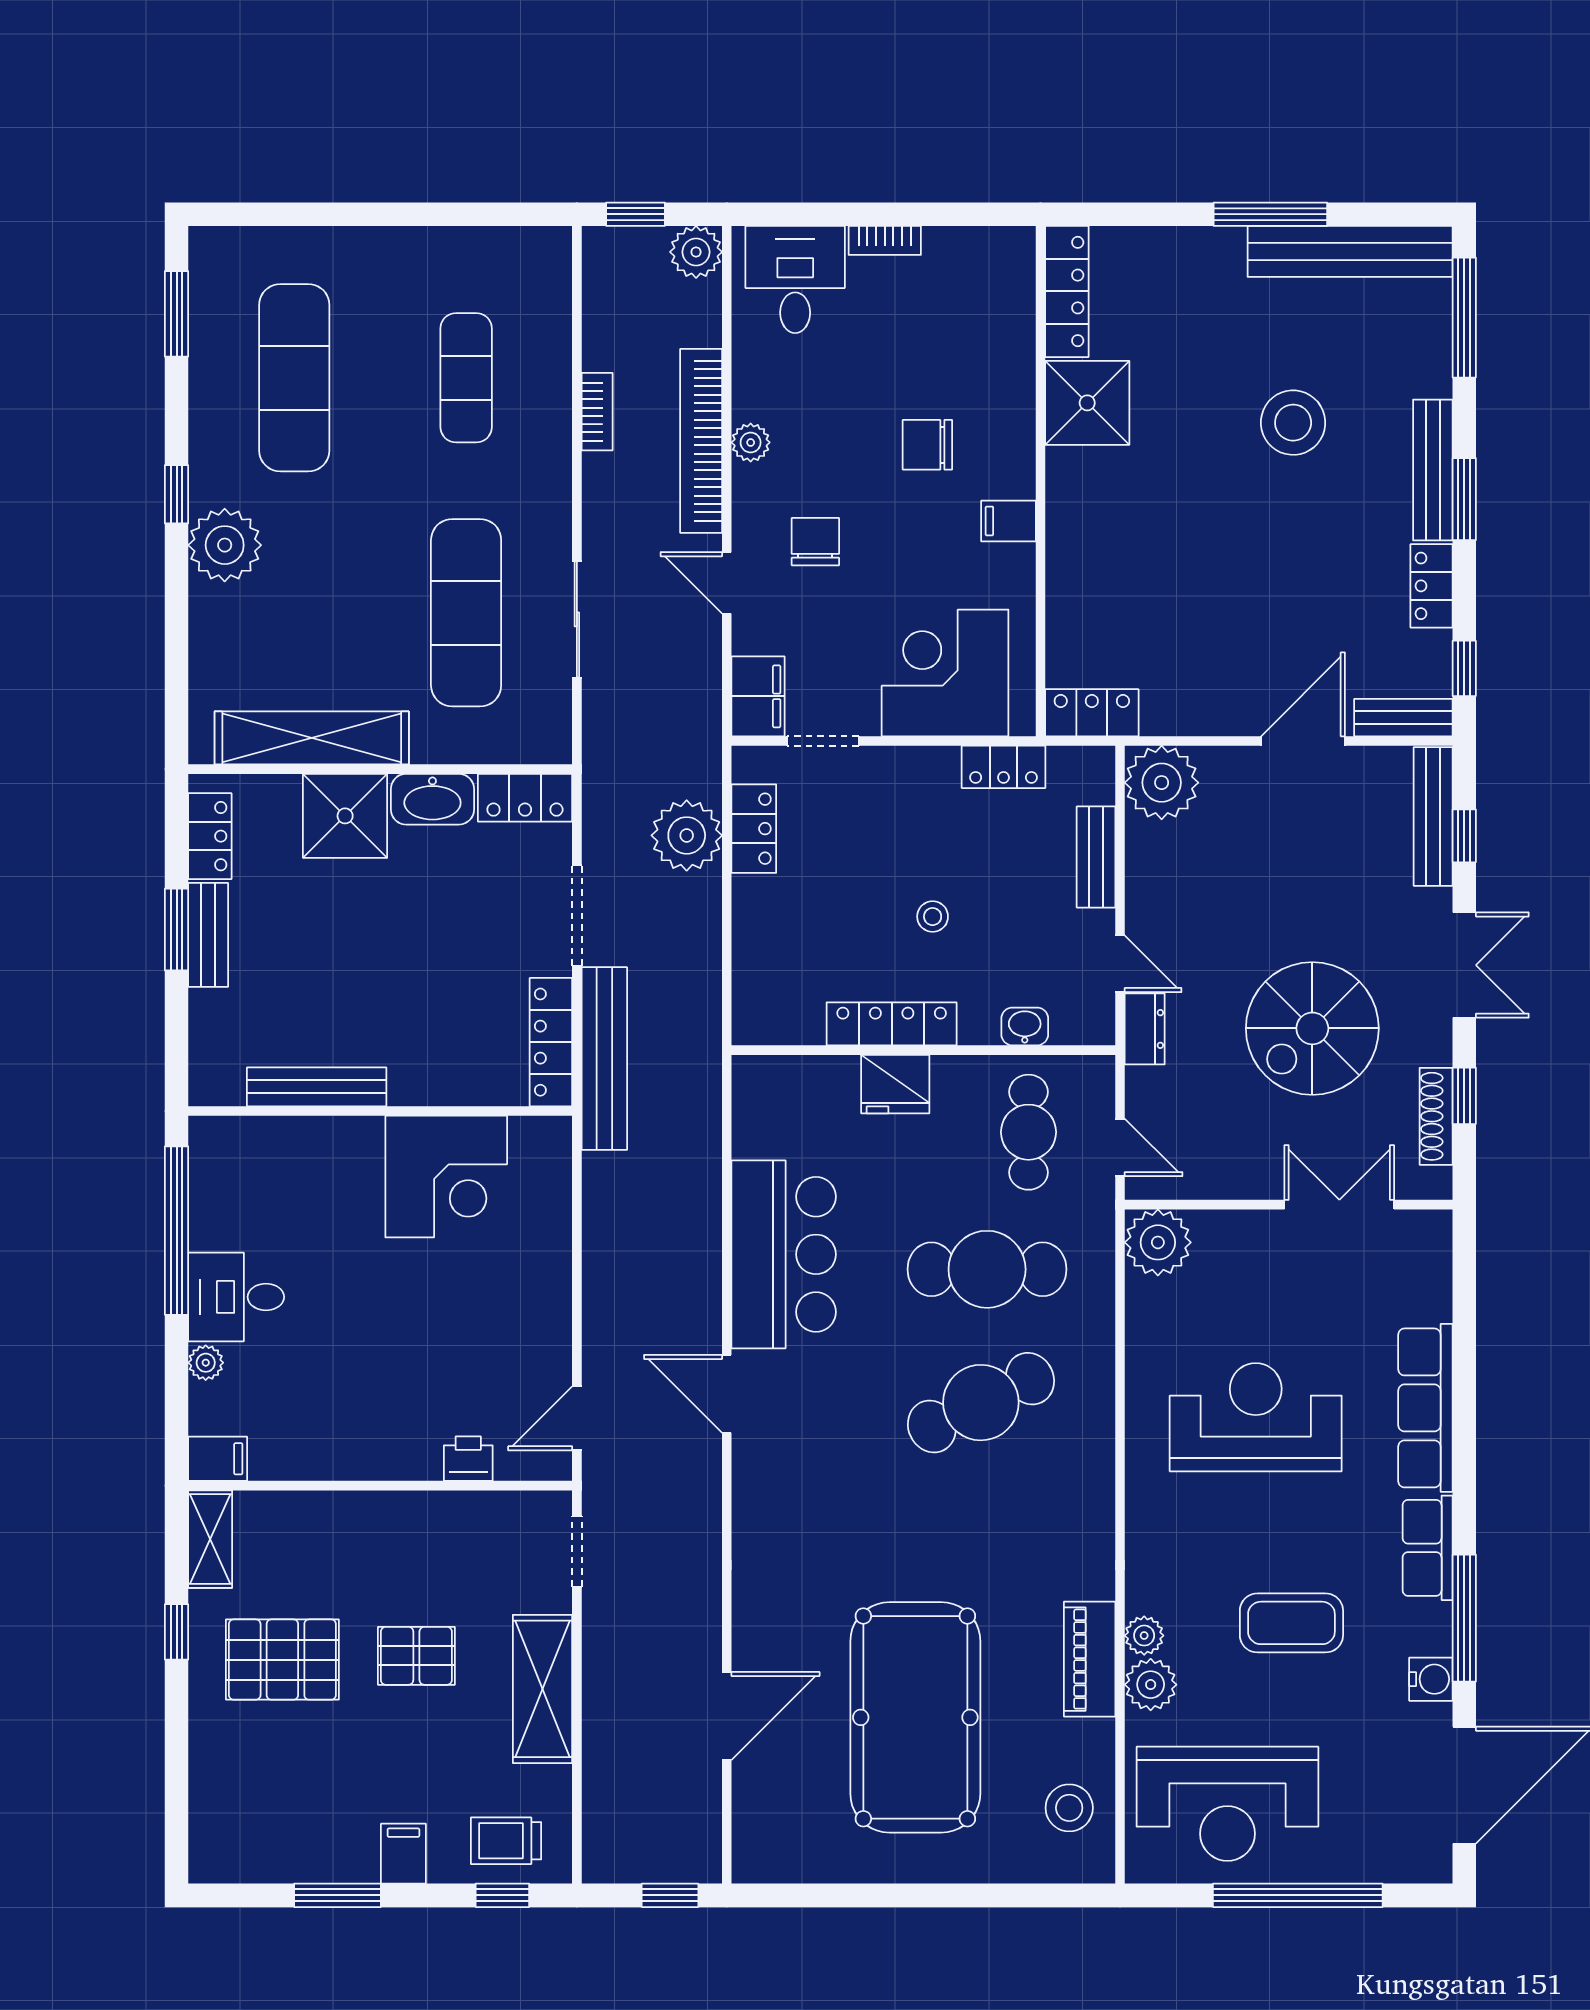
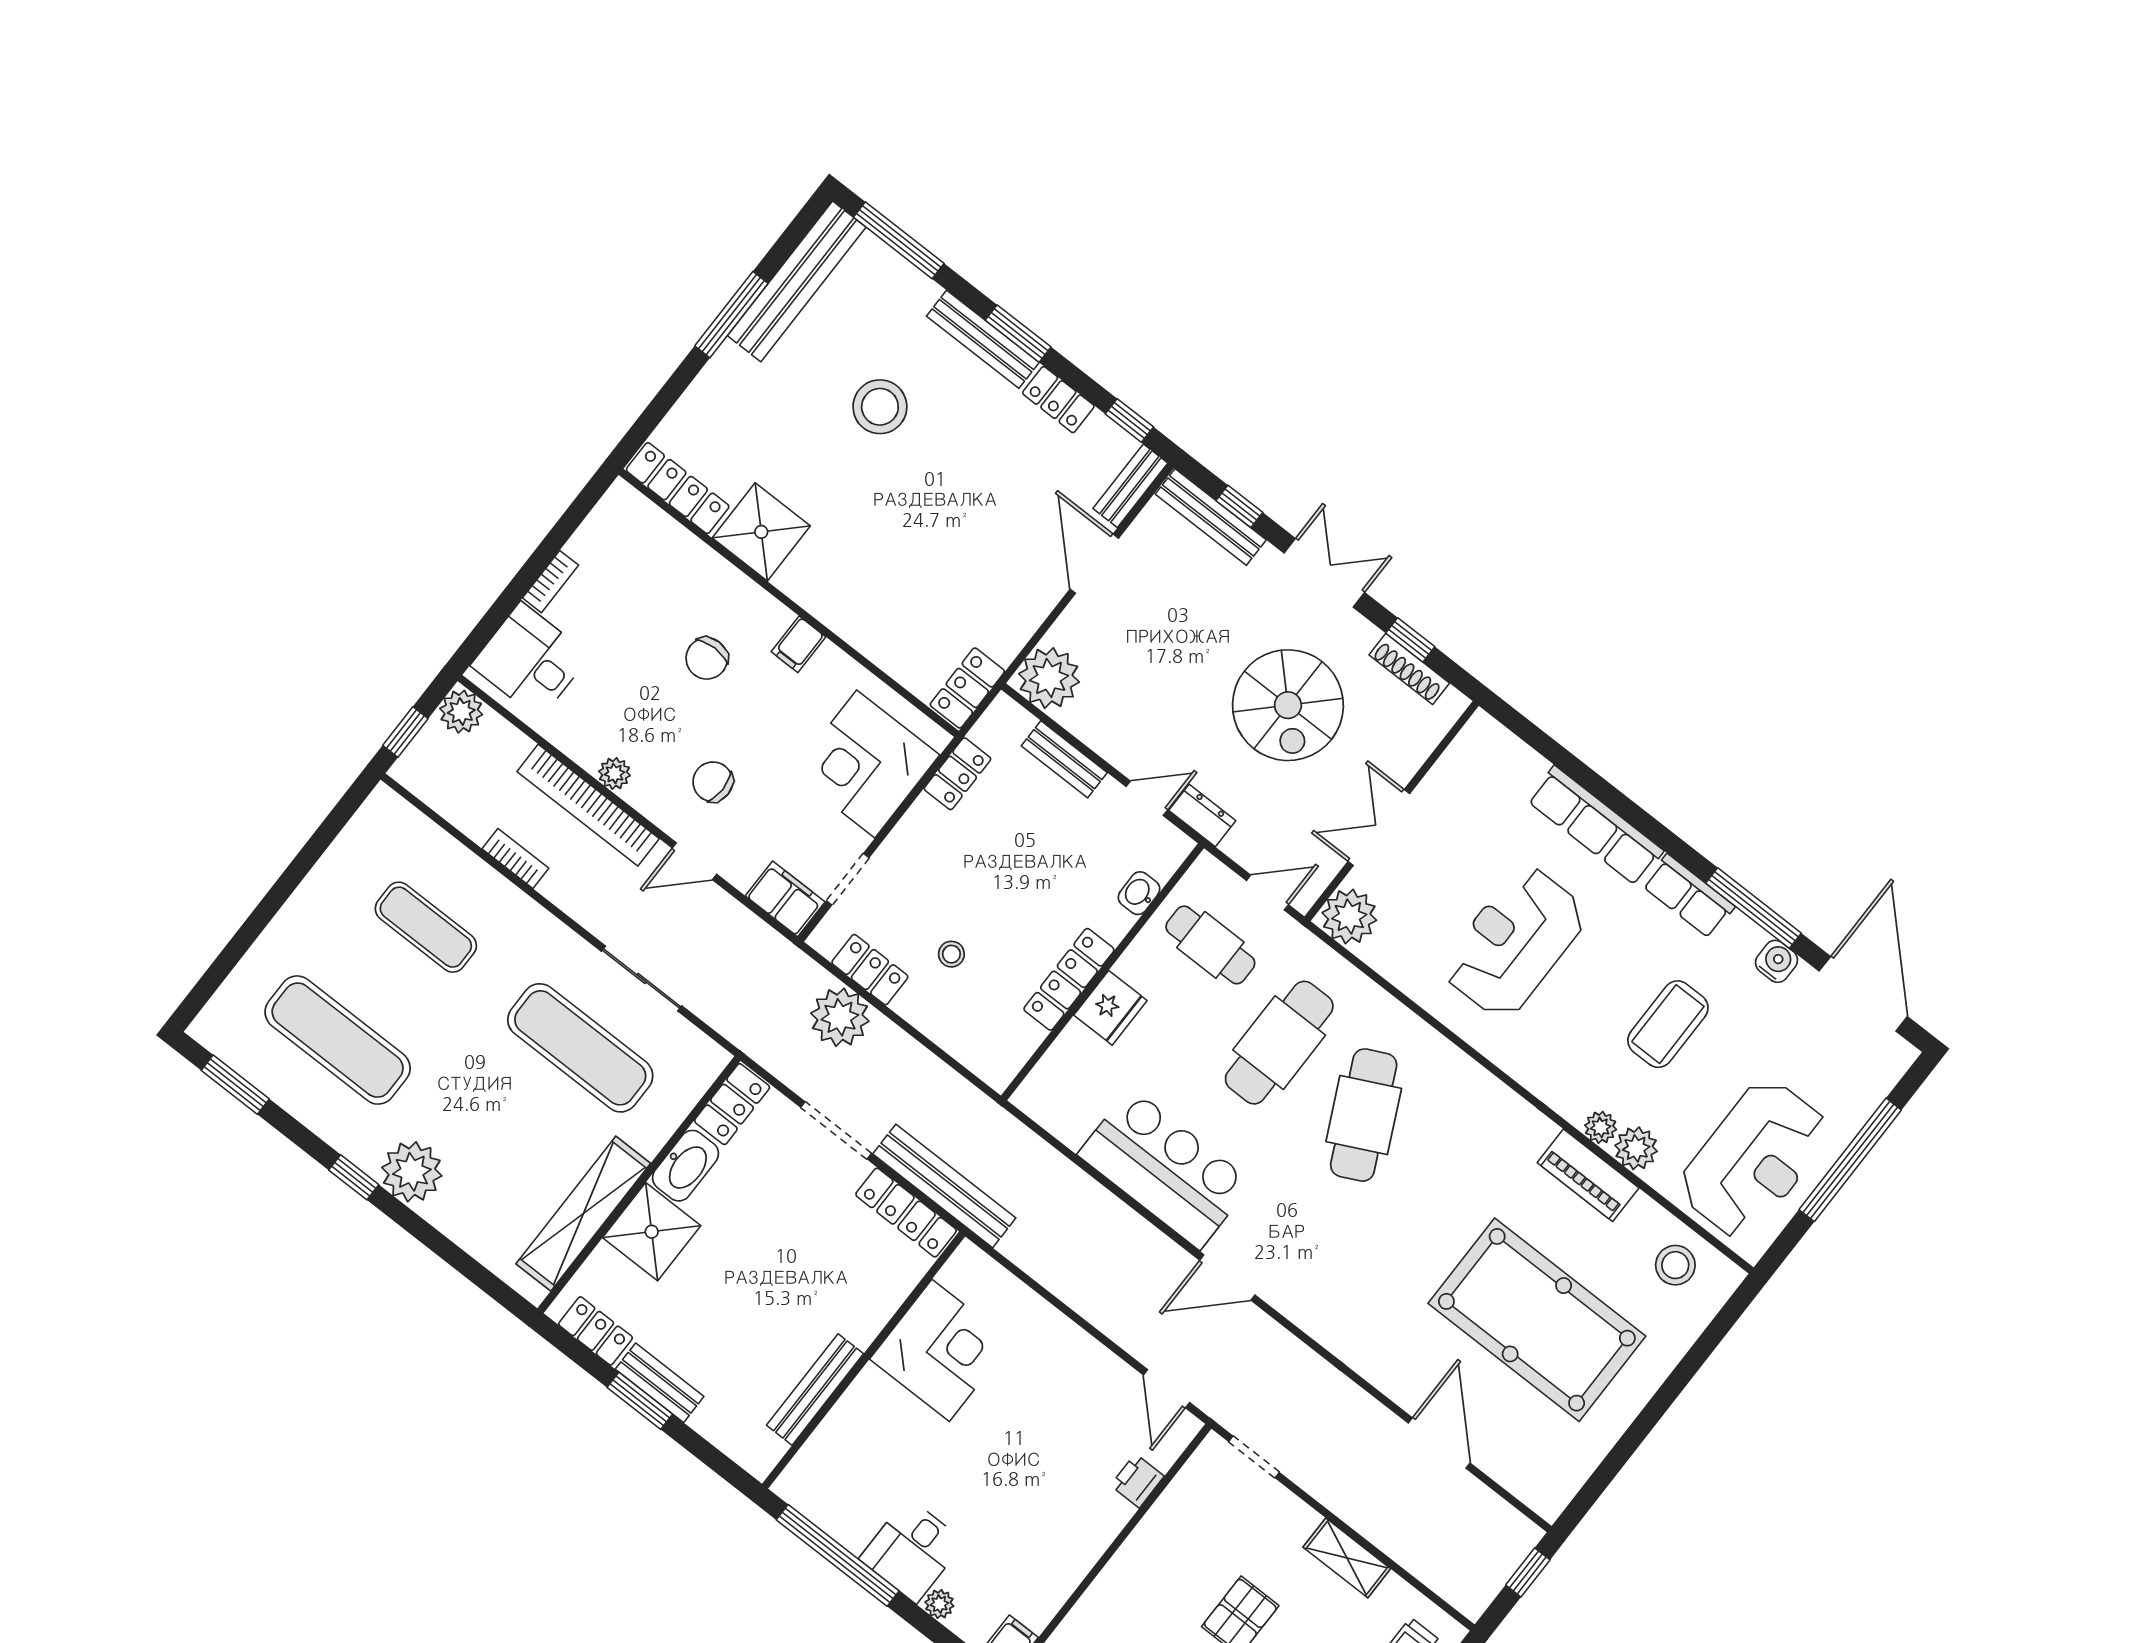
stool: (933, 917) -> (951, 954), moved
double door: (1339, 1205) -> (1379, 828), moved
shelving: (543, 1689) -> (1347, 1558), width x0.67, depth x0.75

